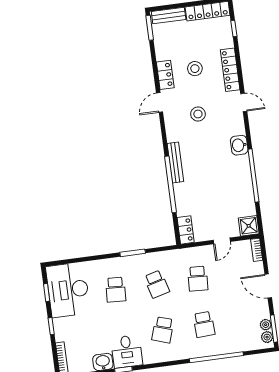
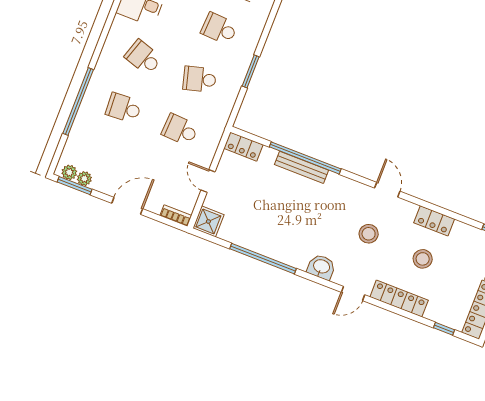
door: (160, 102) -> (387, 190), moved
washbasin: (239, 145) -> (321, 267), moved
bench: (175, 162) -> (302, 167), moved

